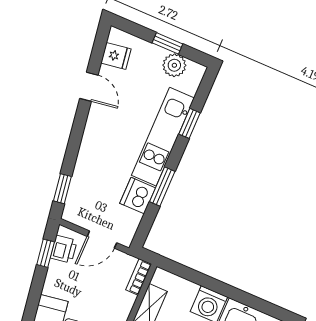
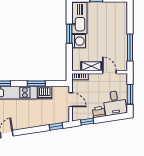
printer: (64, 249) -> (99, 112), moved
window: (231, 292) -> (69, 34), added

